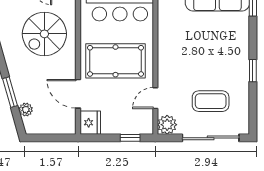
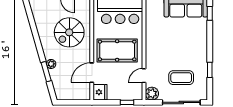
window: (253, 71) -> (210, 70), moved
door: (78, 94) -> (92, 73), hinge flipped
plant: (26, 110) -> (51, 64), moved

